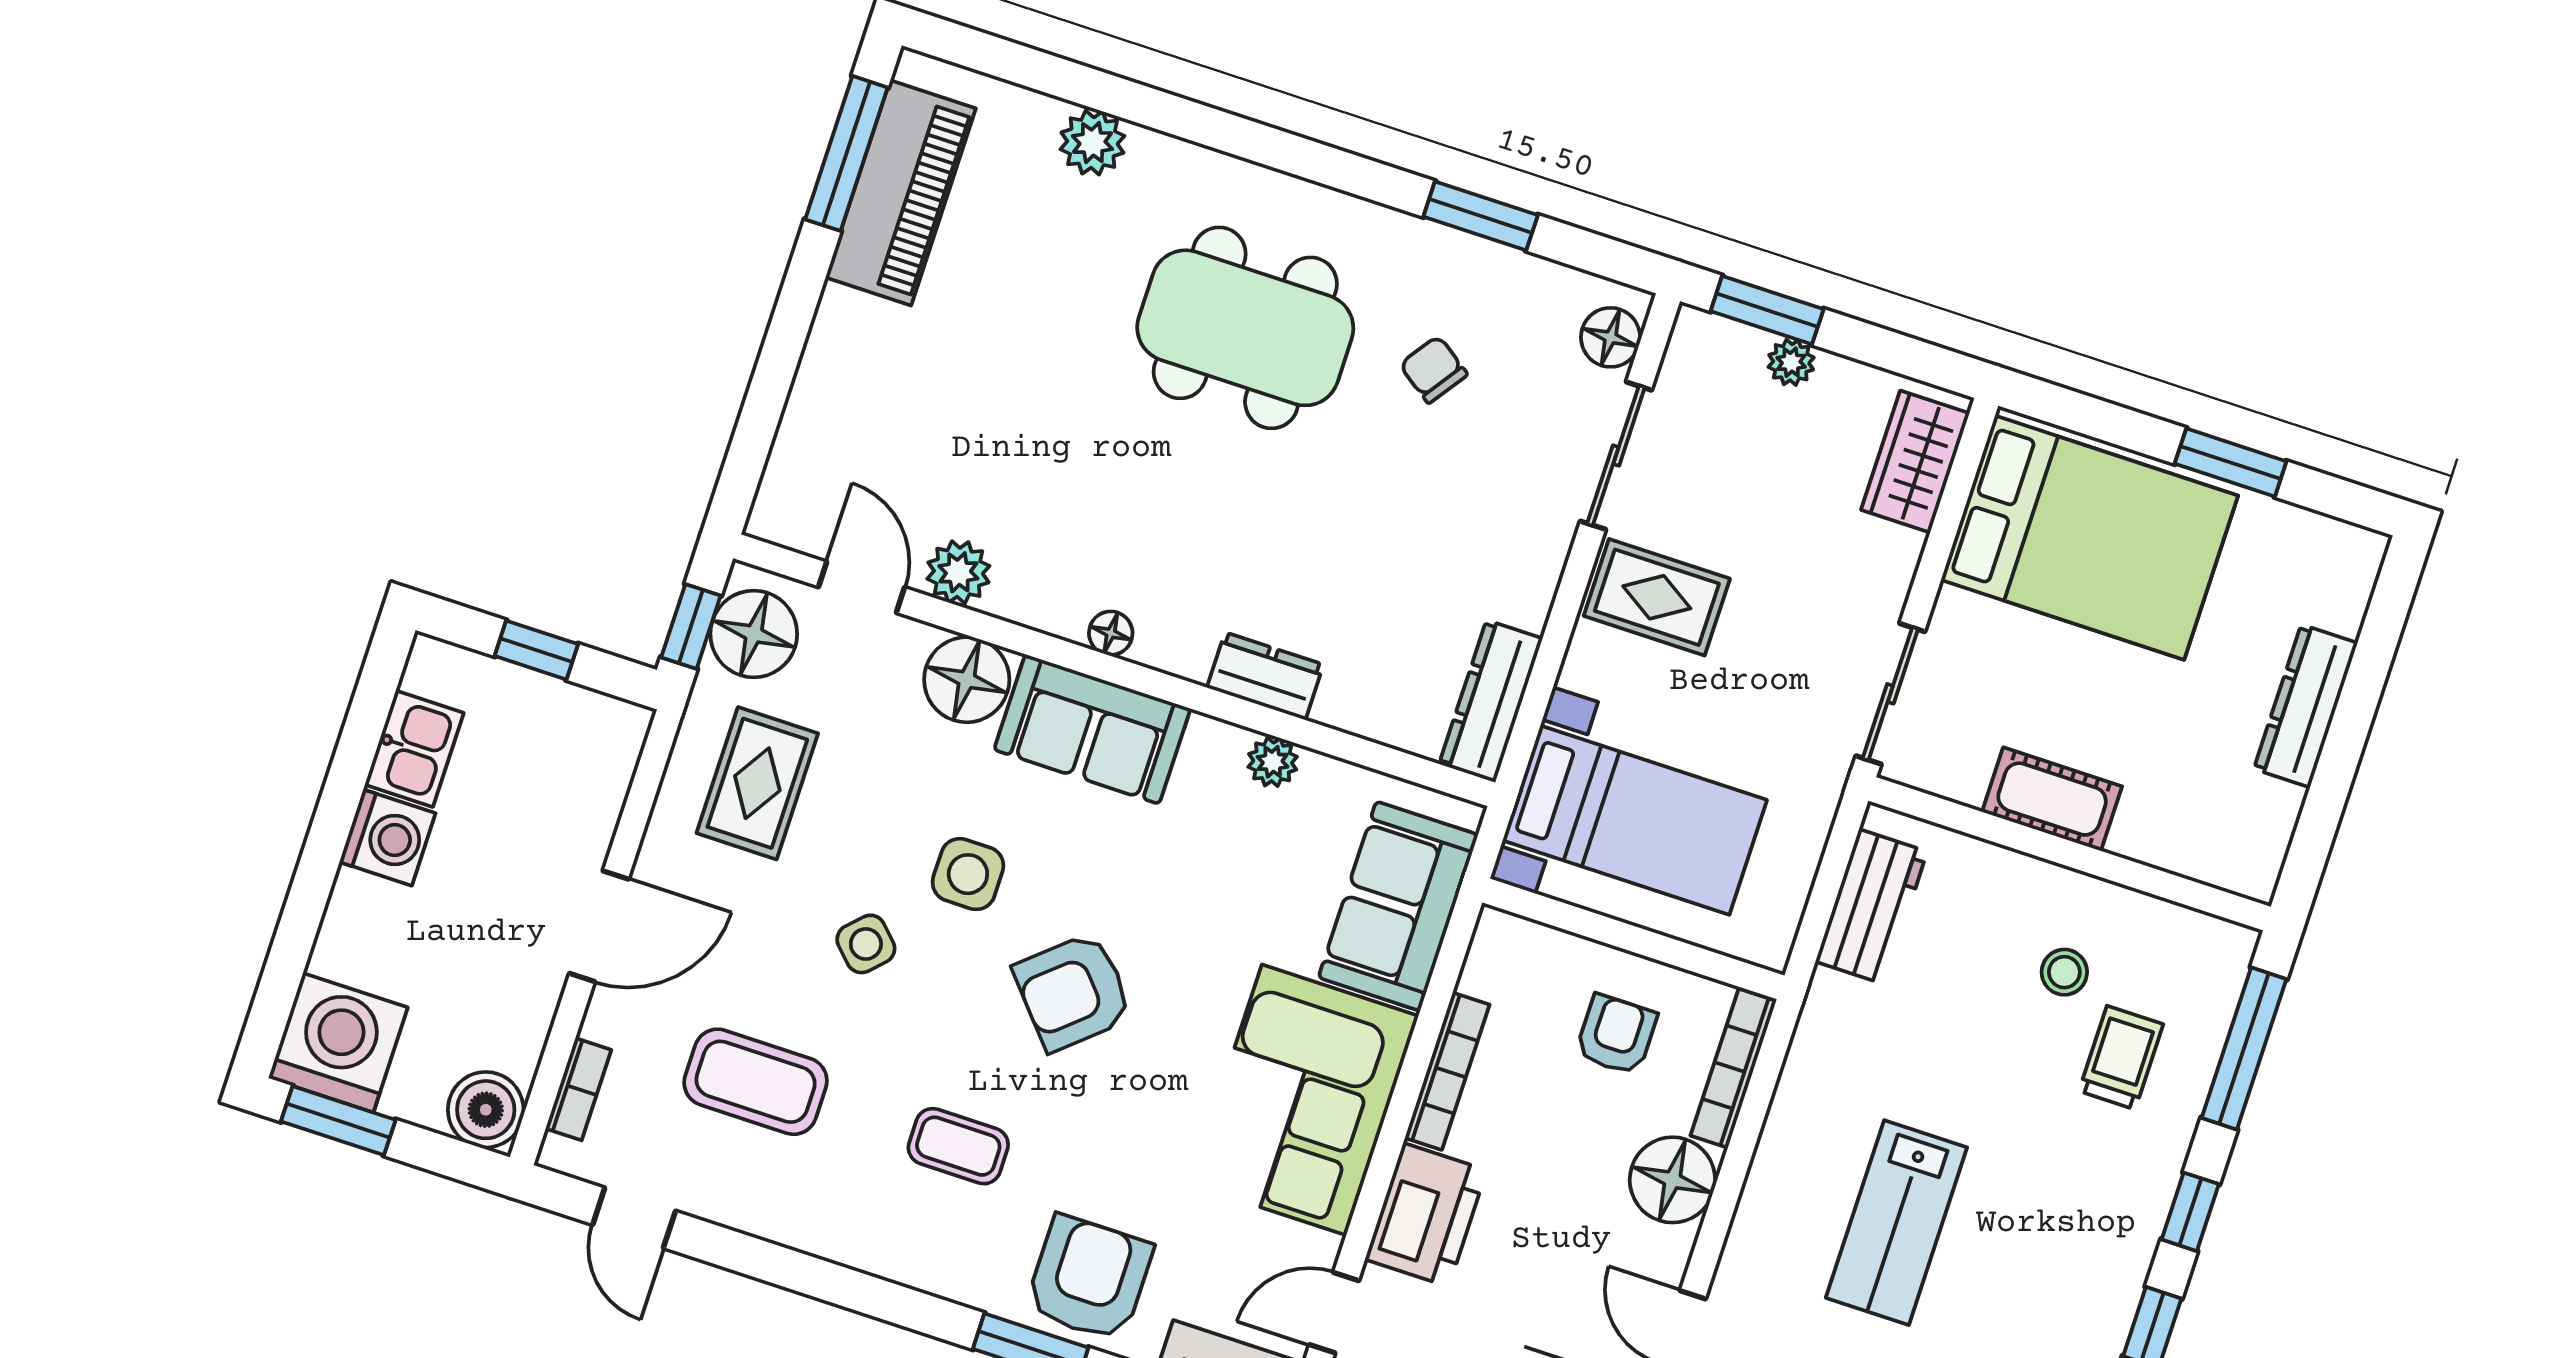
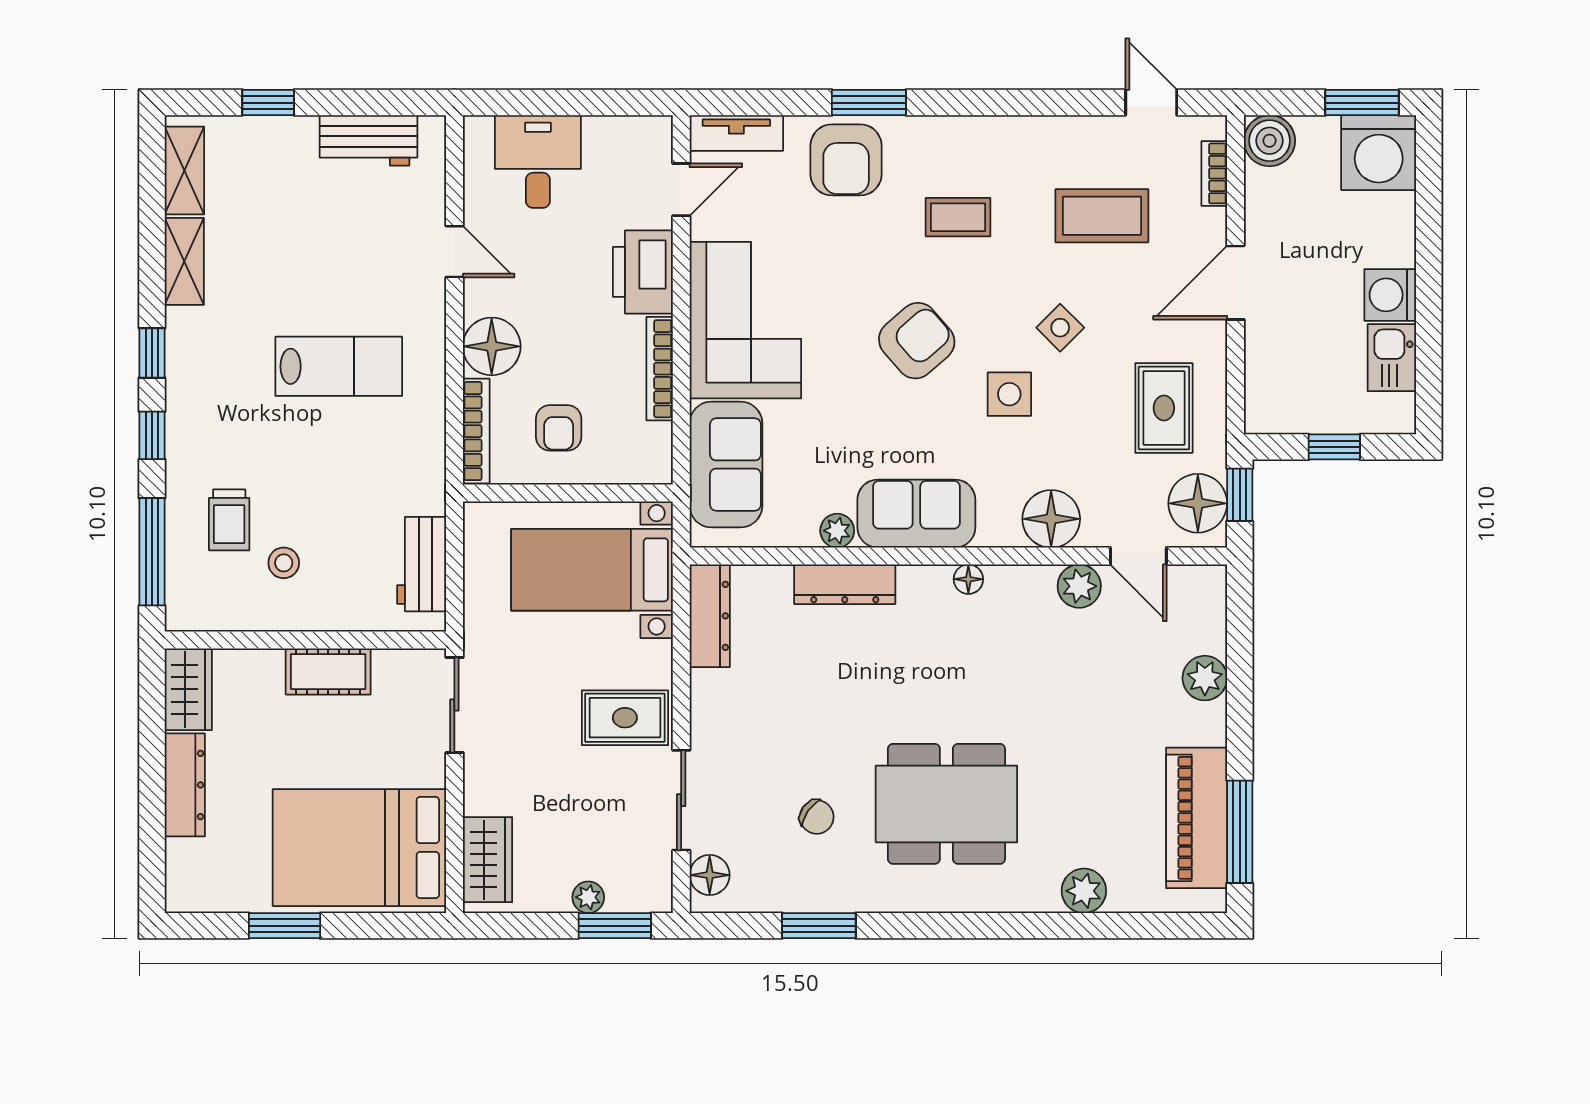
plant: (825, 385) -> (1205, 678), added
dresser: (1265, 676) -> (845, 584), width x1.44
sofa: (1092, 729) -> (916, 514), moved
wardrobe: (2257, 839) -> (188, 689), added
lab bench: (1896, 1223) -> (339, 366), turned 90

